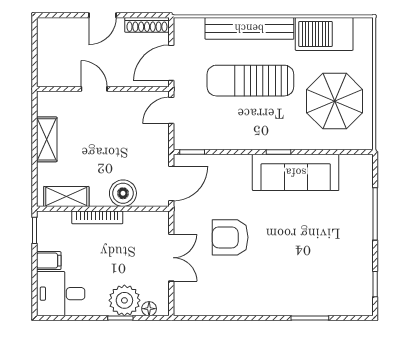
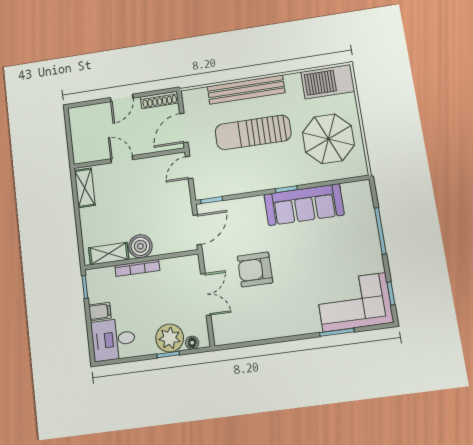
barbecue: (324, 34) -> (328, 82), moved
shelving: (47, 139) -> (85, 188), moved
boiler: (123, 193) -> (140, 246), moved
corner sofa: (334, 288) -> (354, 302), added

